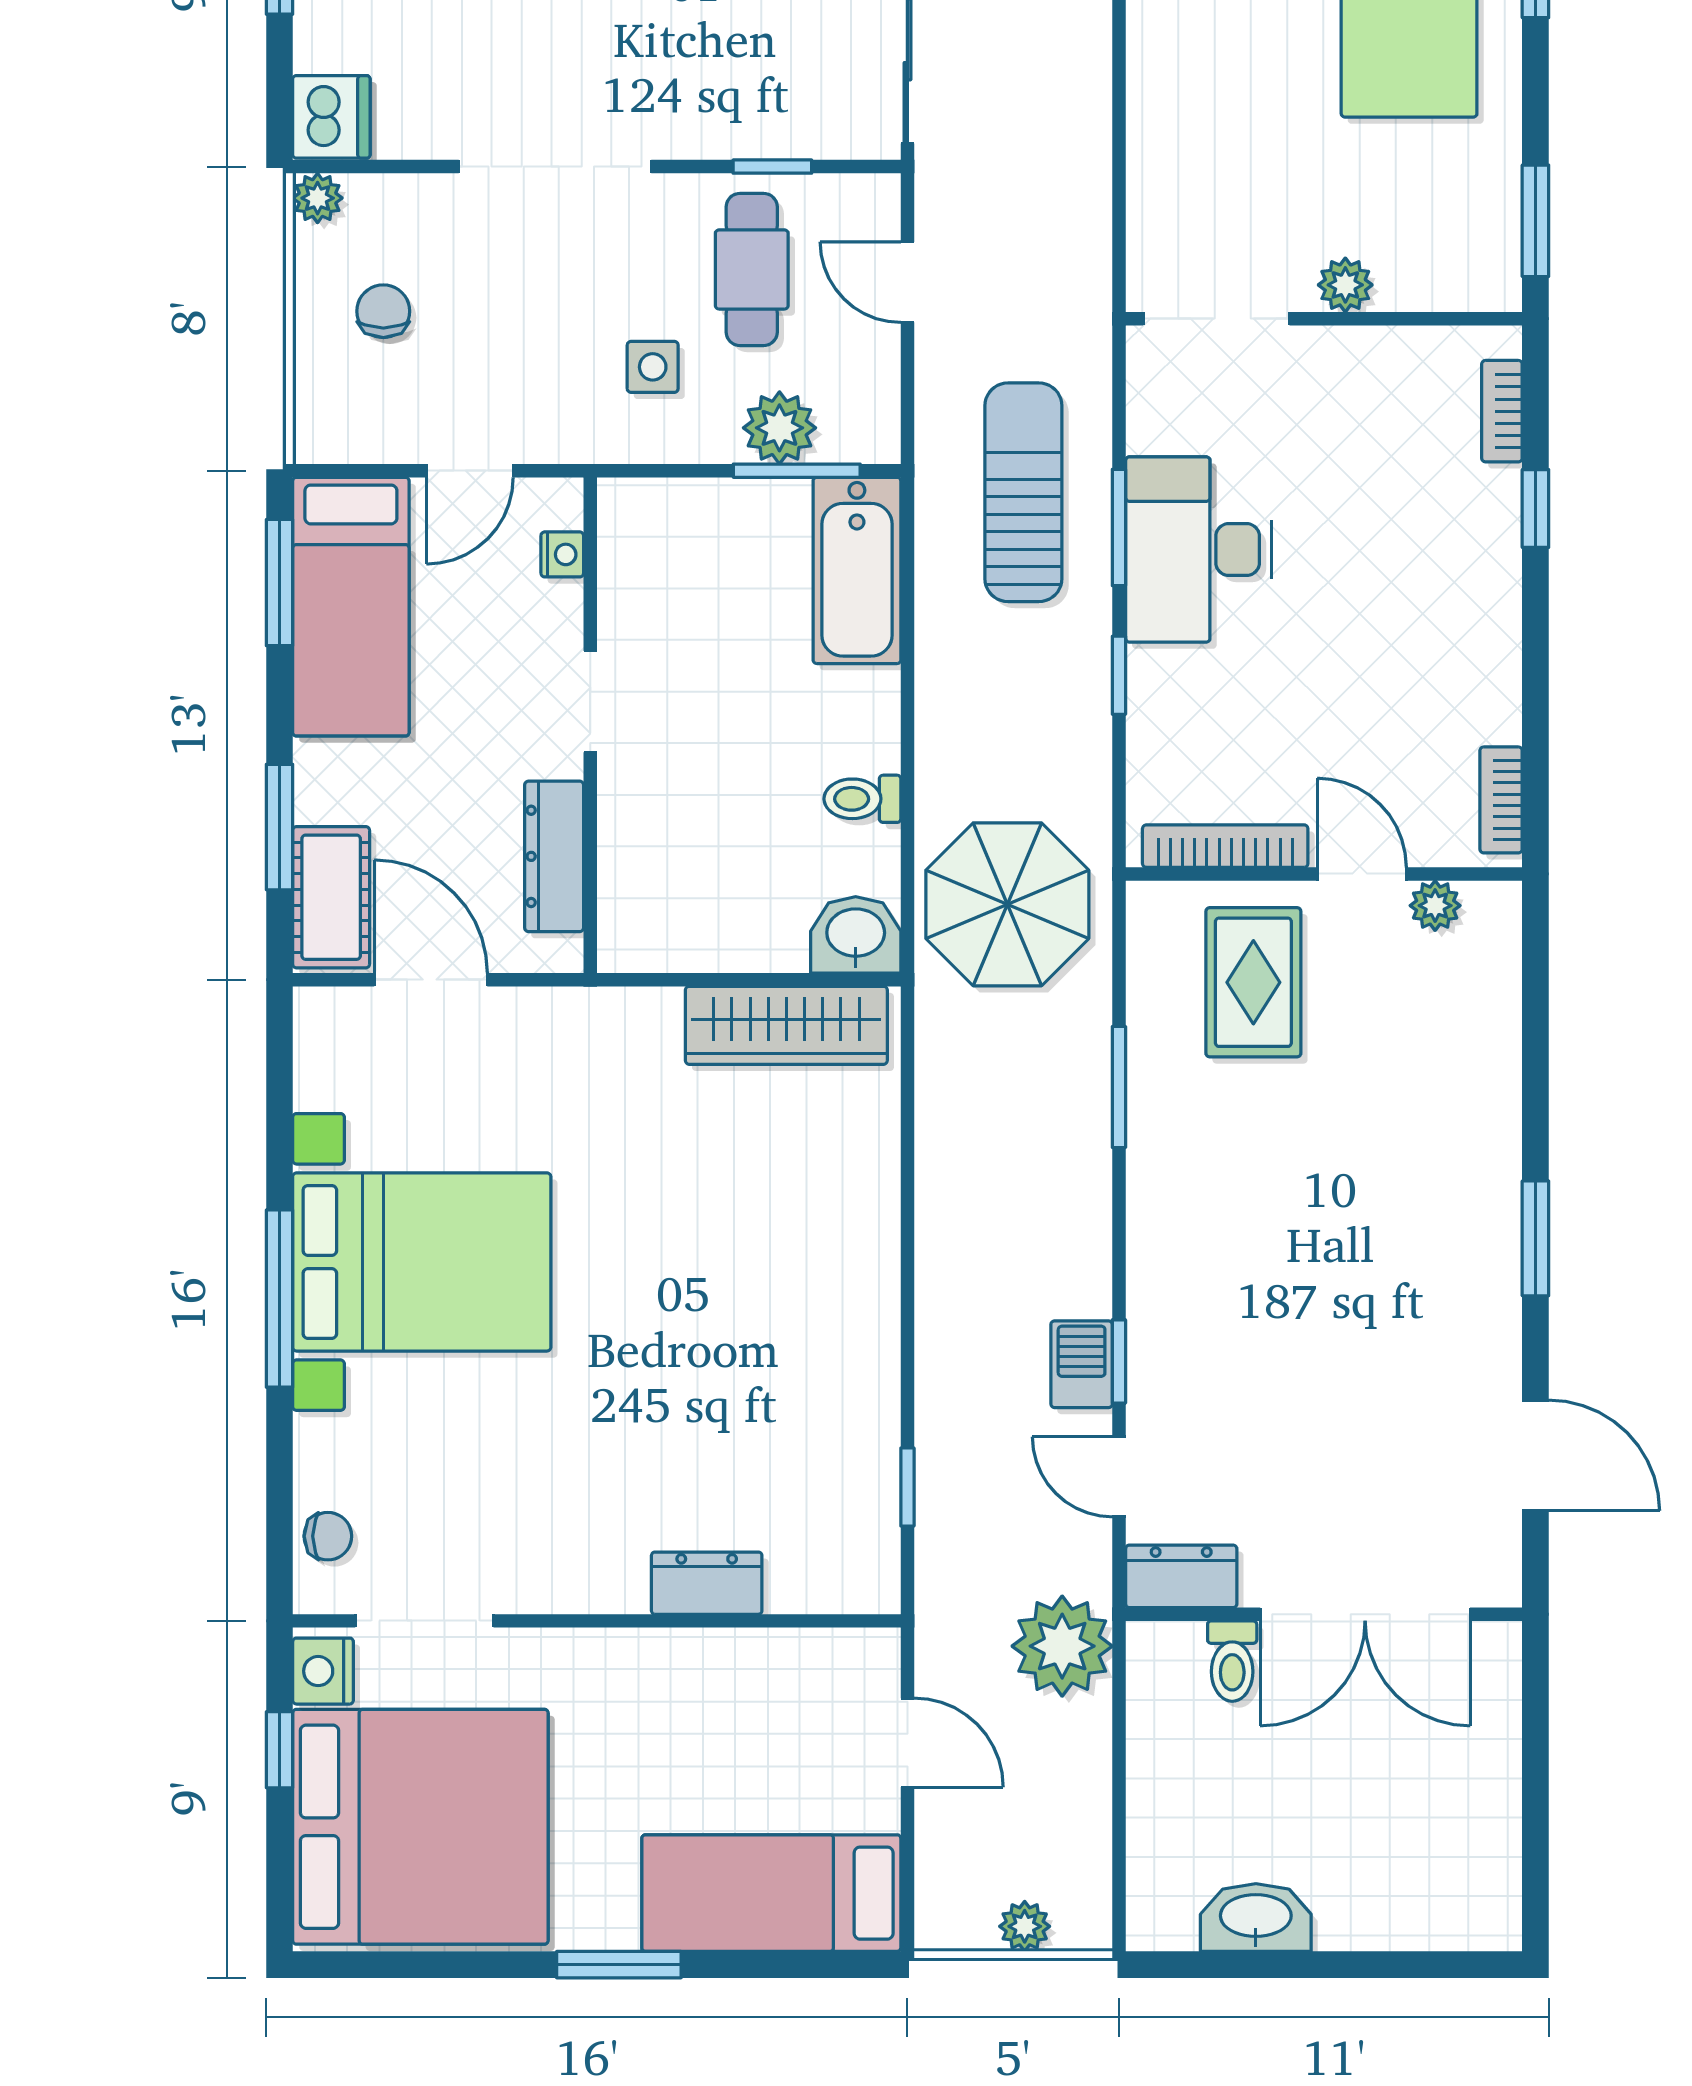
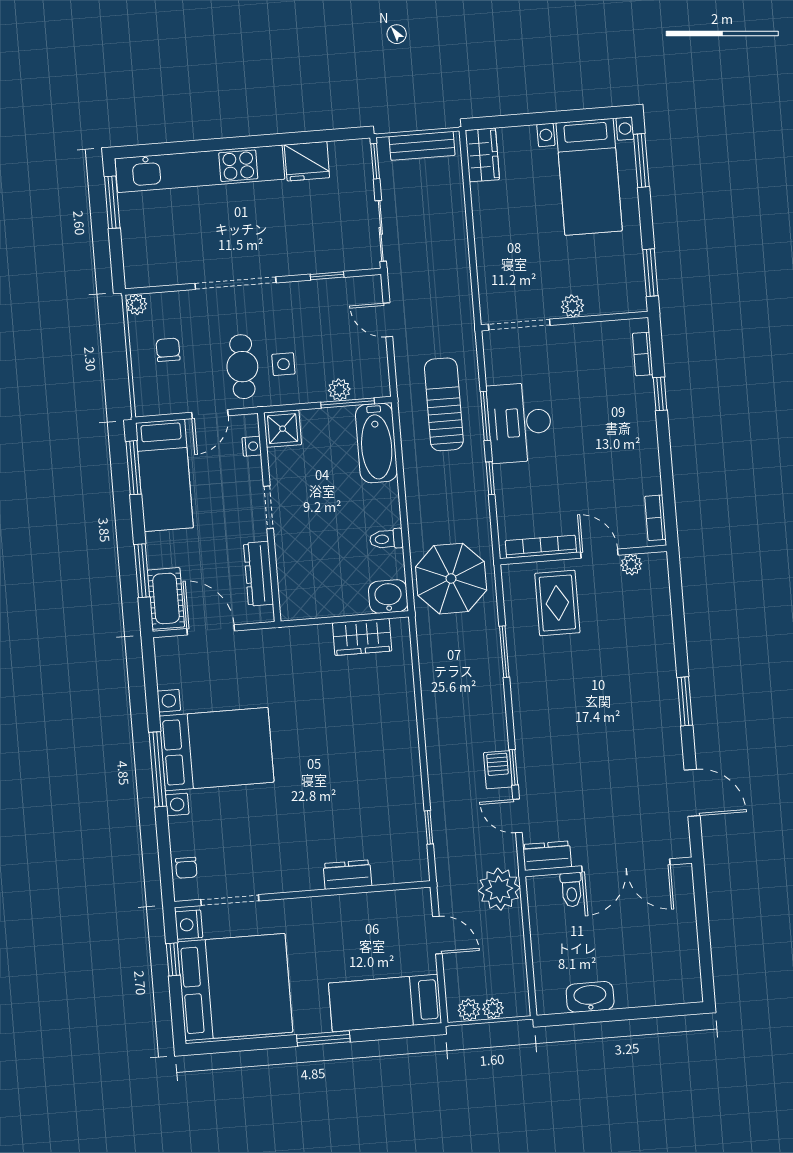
dishwasher: (331, 117) -> (140, 270), removed
cafe table: (752, 269) -> (242, 367), moved
plant: (779, 428) -> (339, 390), width x0.73, depth x0.73
shower: (638, 519) -> (283, 429), added
wardrobe: (786, 1025) -> (362, 637), width x0.67
chair: (328, 1536) -> (186, 868), turned 90
plant: (968, 1925) -> (469, 1010), added

